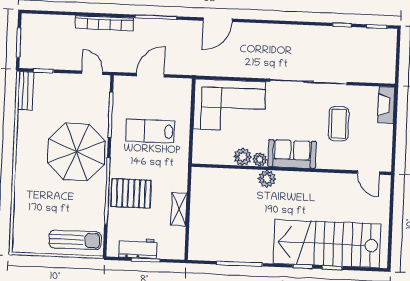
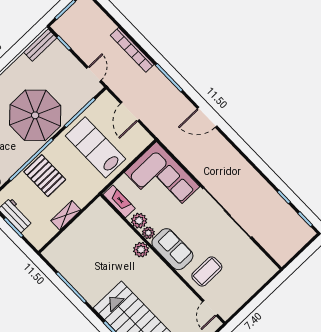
door: (150, 75) -> (130, 112), swing flipped
fireplace: (386, 105) -> (119, 201), moved, turned 90
coffee table: (339, 124) -> (207, 271), moved
lab bench: (150, 131) -> (95, 147), width x1.36, depth x1.39

